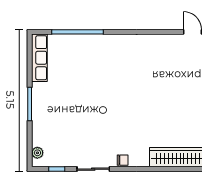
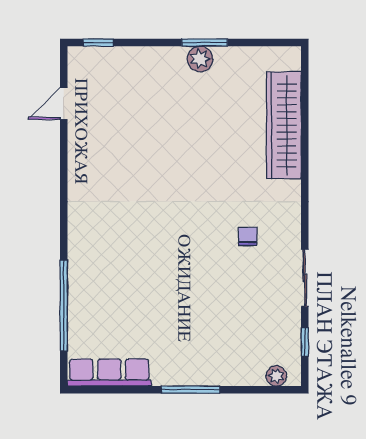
chair: (123, 160) -> (248, 237), moved

